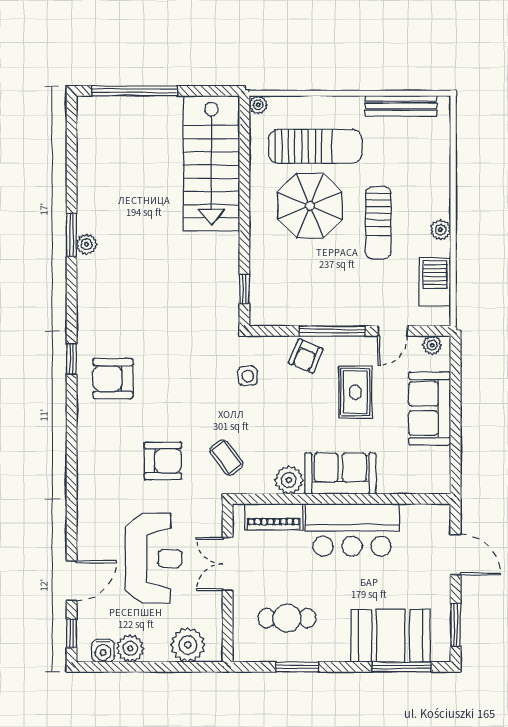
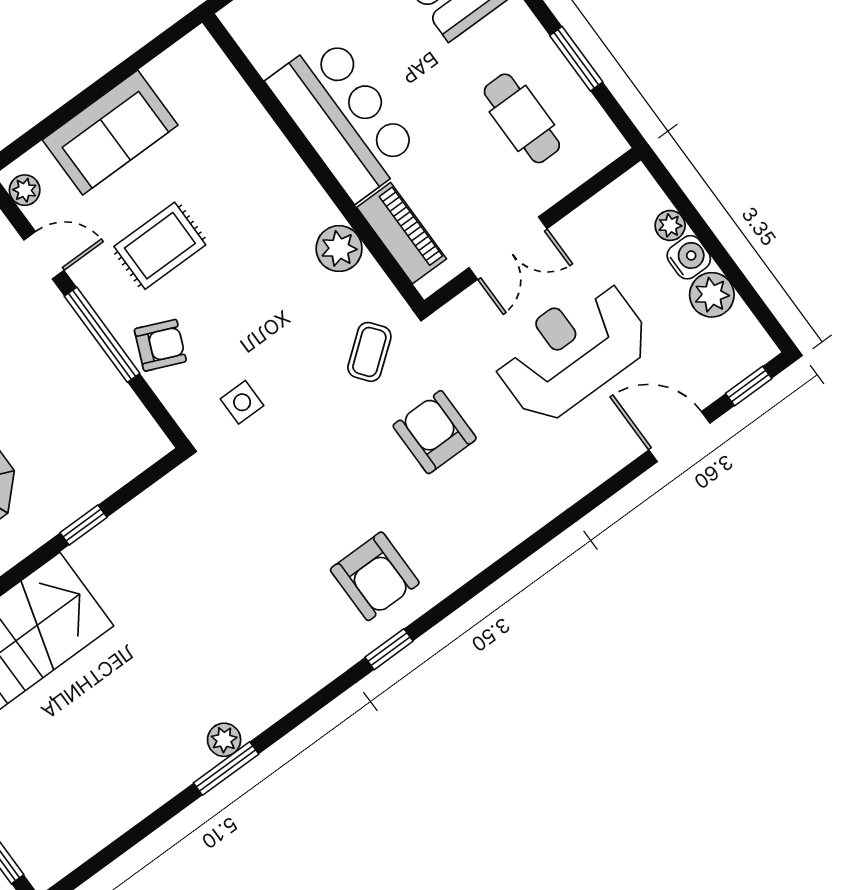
window: (244, 289) -> (84, 525), moved
sofa: (340, 474) -> (281, 187), removed
plant: (188, 645) -> (670, 225), width x0.53, depth x0.53
water cooler: (103, 651) -> (689, 257), moved

